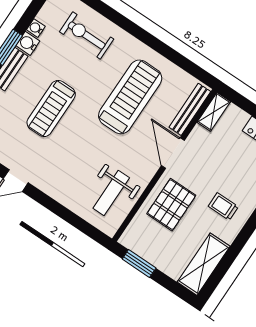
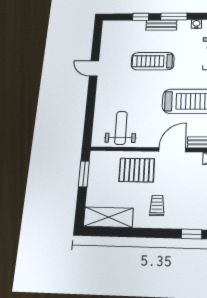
water cooler: (28, 43) -> (184, 25), removed
weight bench: (111, 193) -> (121, 128), turned 90

